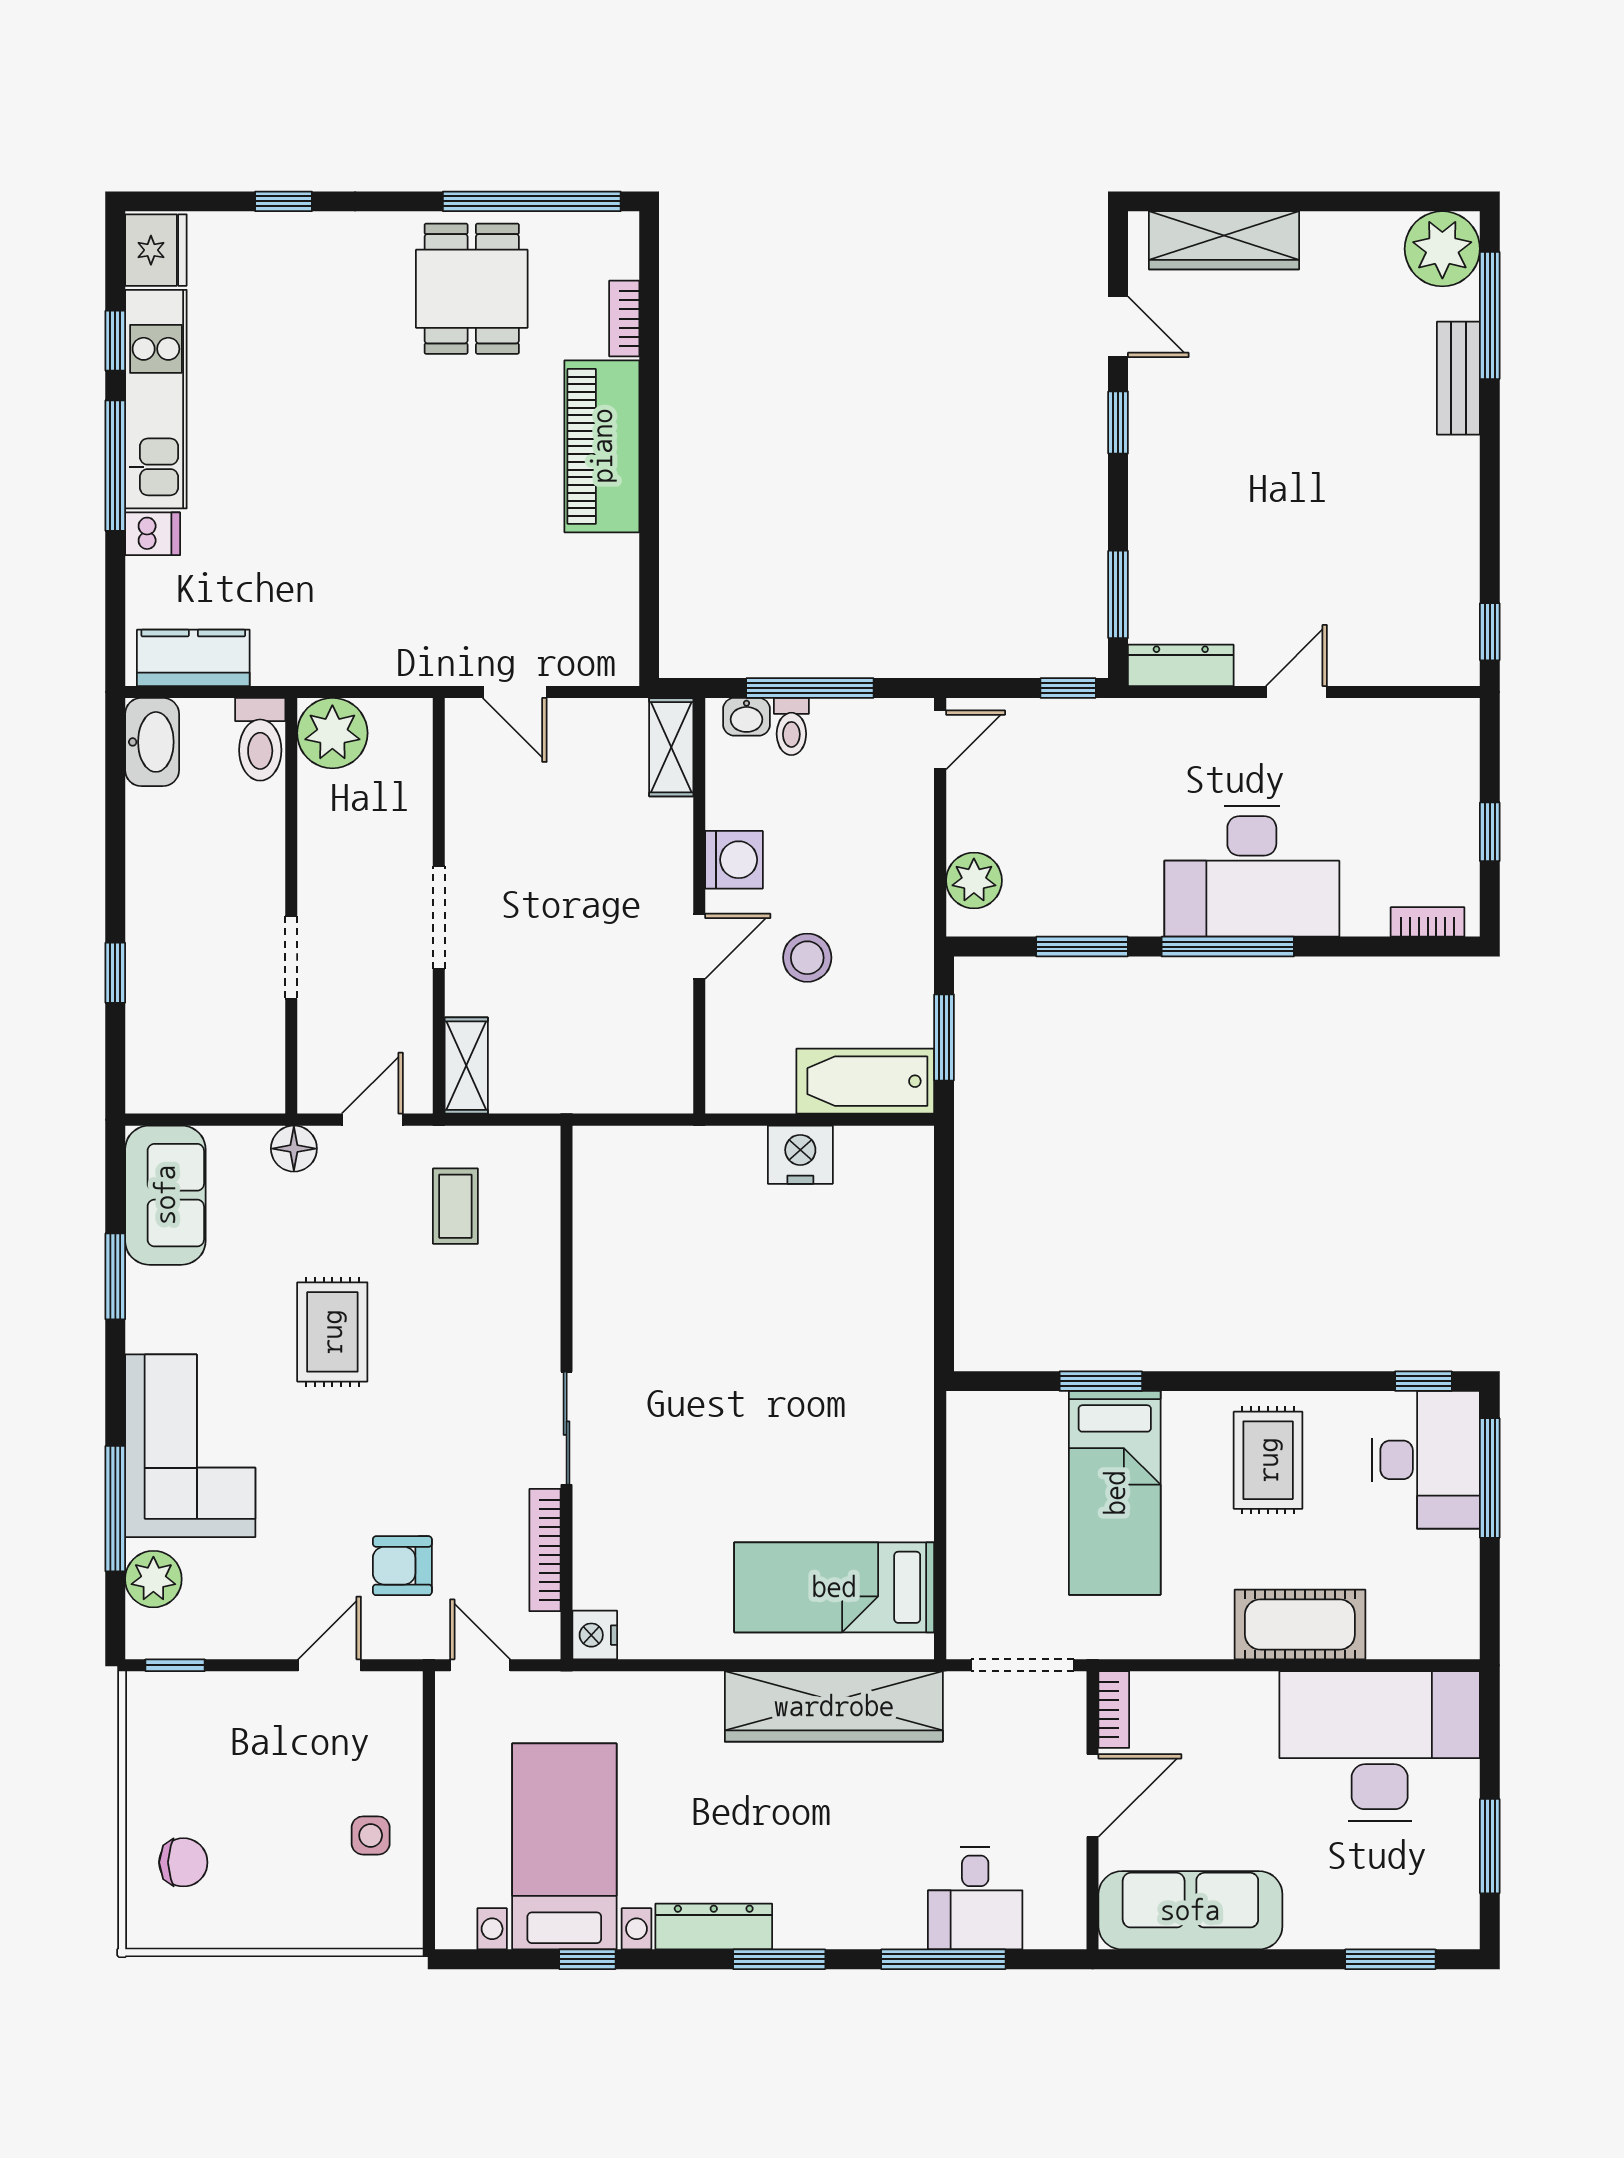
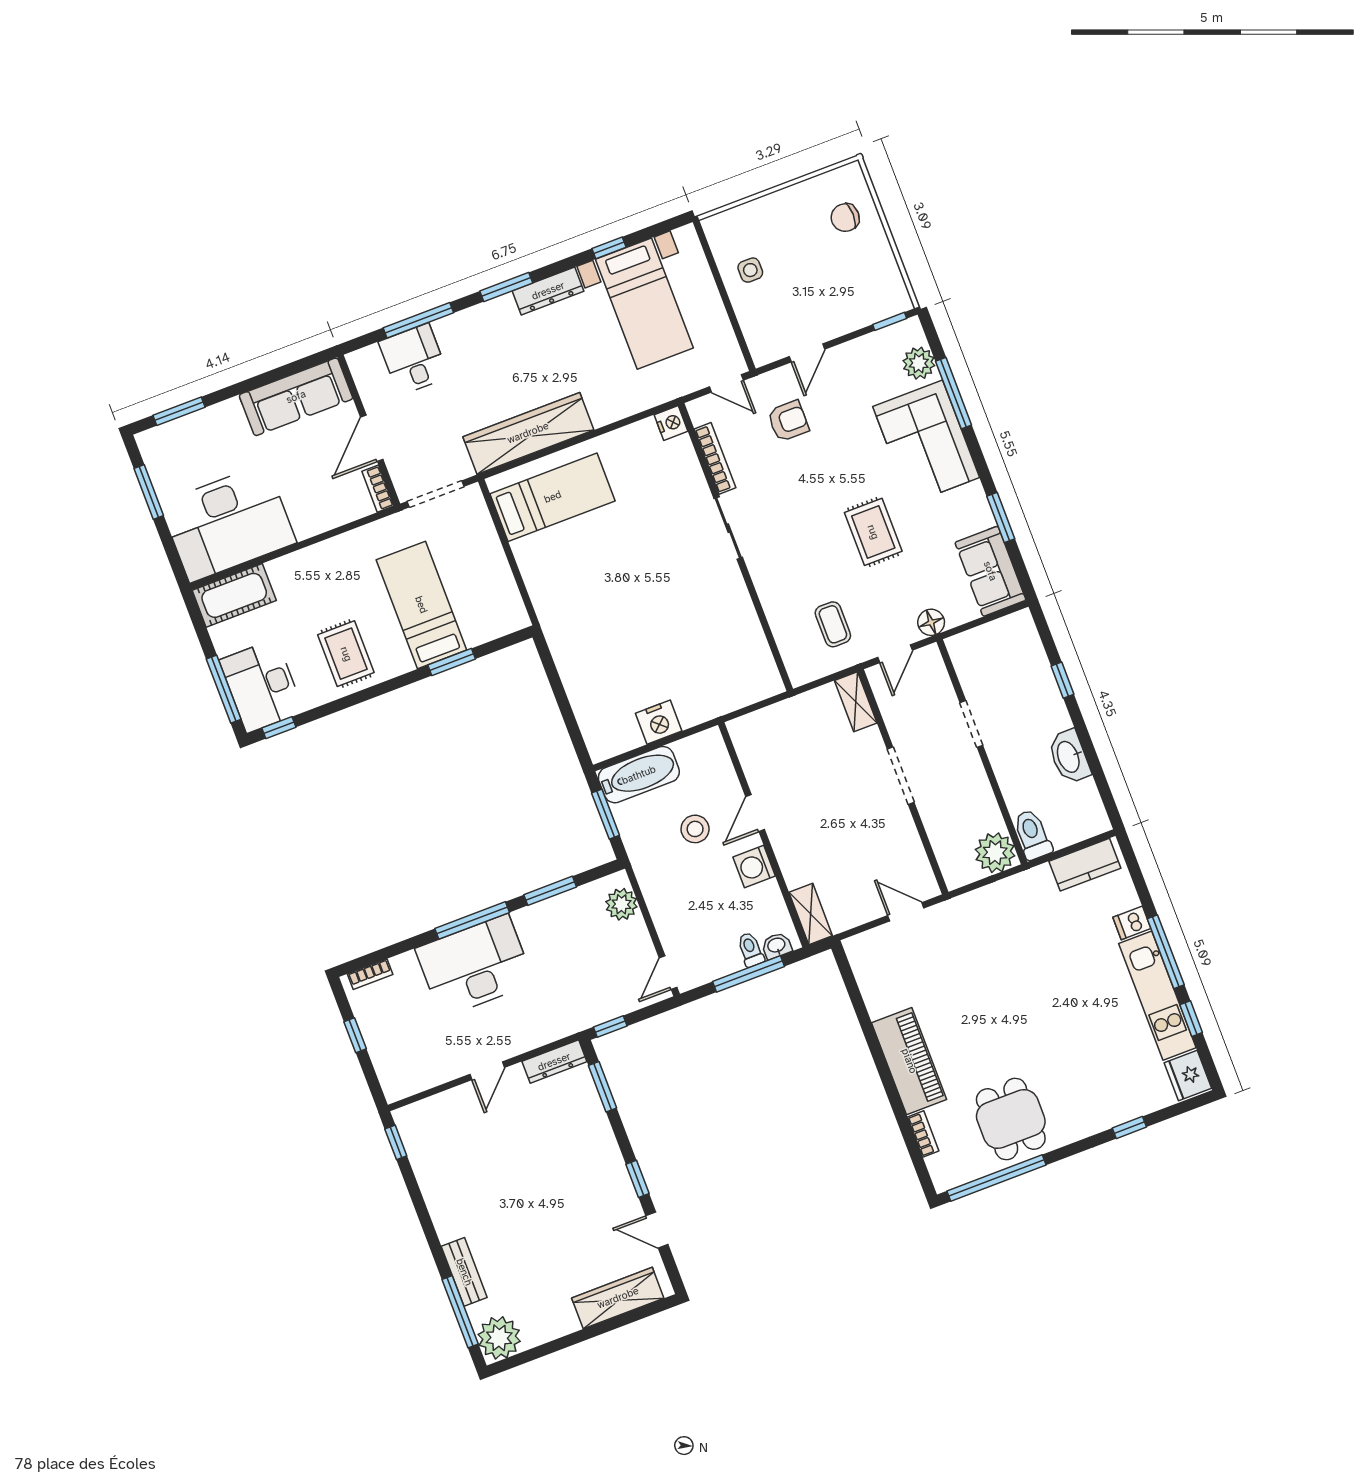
washbasin: (152, 742) -> (1069, 757), moved
cot: (1300, 1625) -> (234, 595), moved

